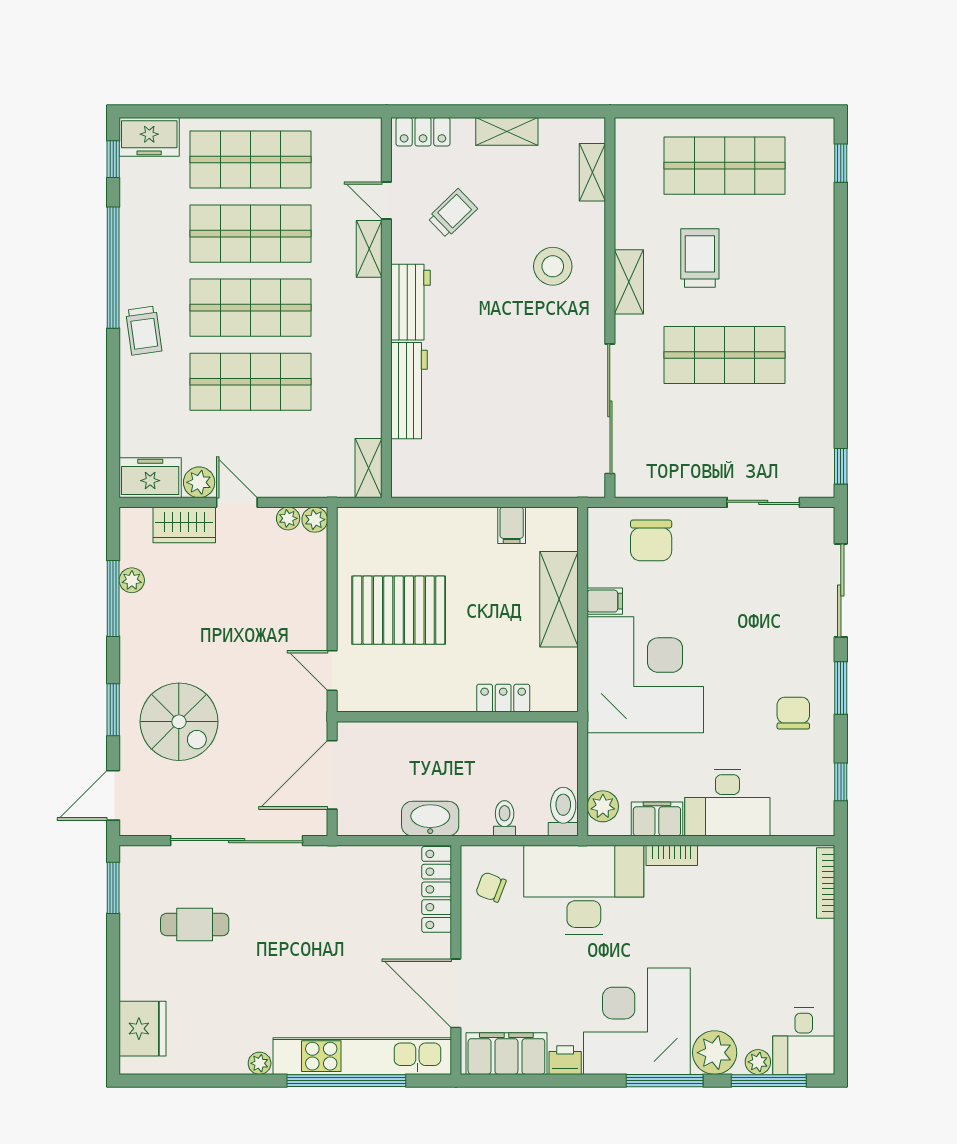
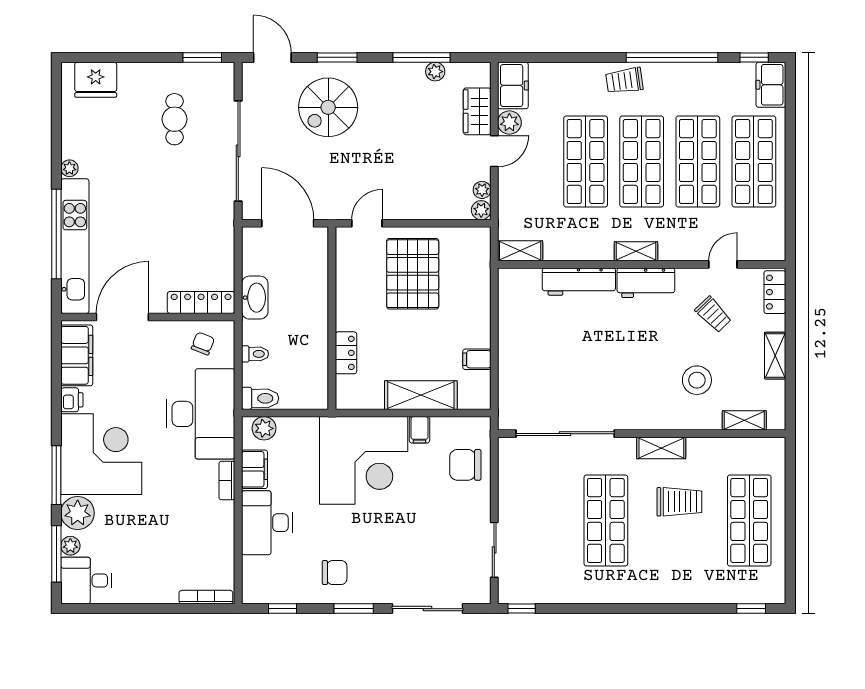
shelving: (369, 249) -> (636, 251), moved
stool: (553, 266) -> (697, 380), moved

